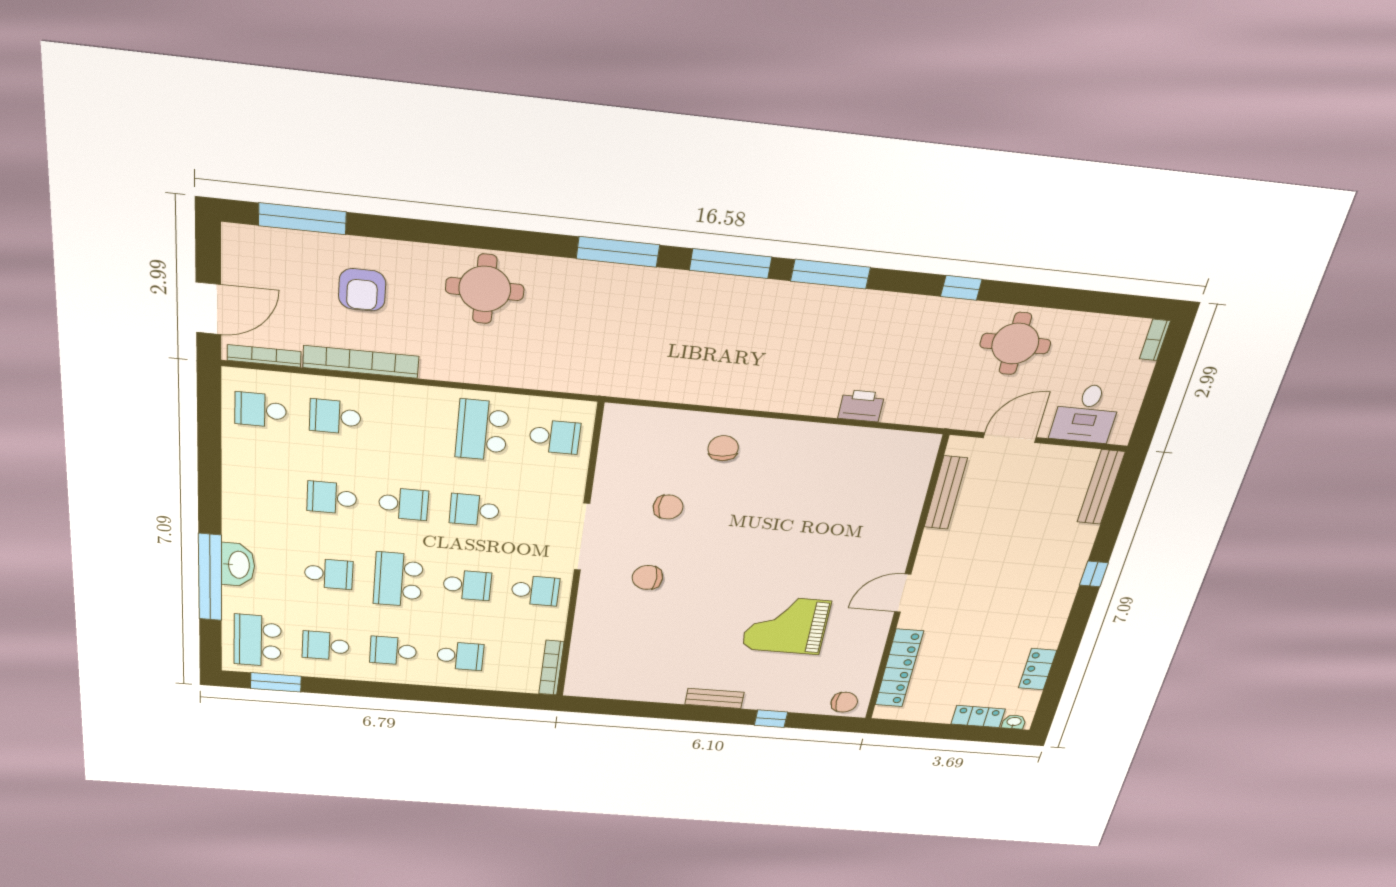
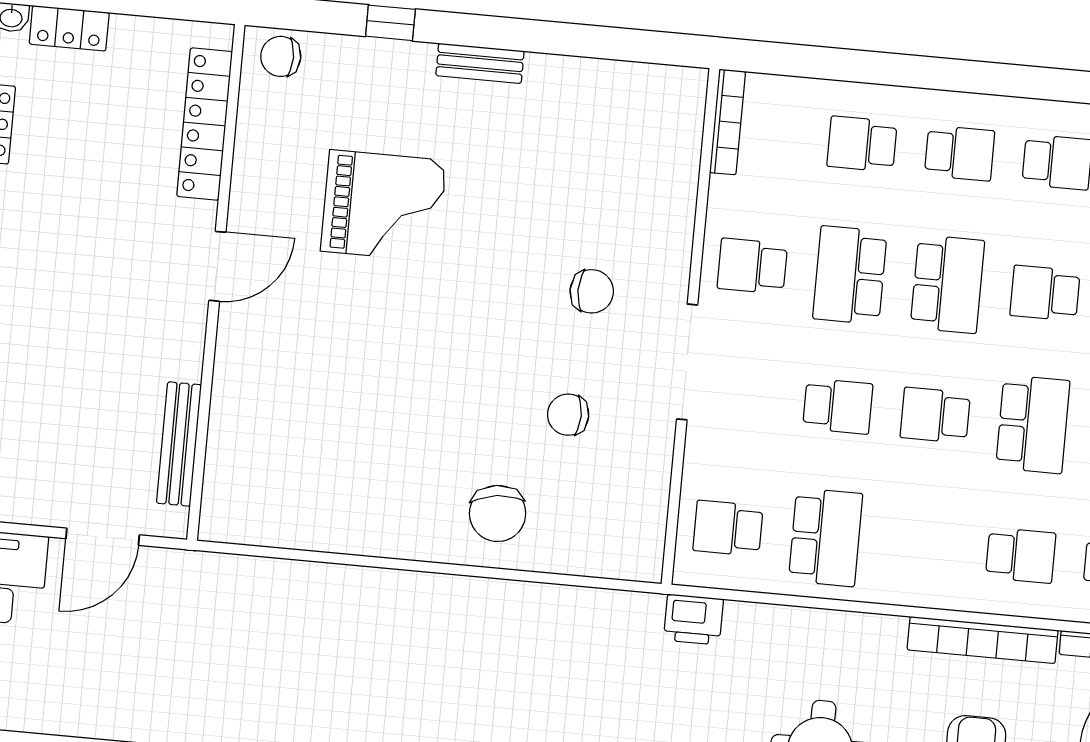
round table: (1015, 344) -> (119, 684), removed
printer: (861, 406) -> (693, 620), moved
chair: (723, 448) -> (498, 513), width x1.37, depth x1.37
school desk: (332, 498) -> (1033, 424), width x1.85
school desk: (467, 585) -> (850, 275), width x1.85

